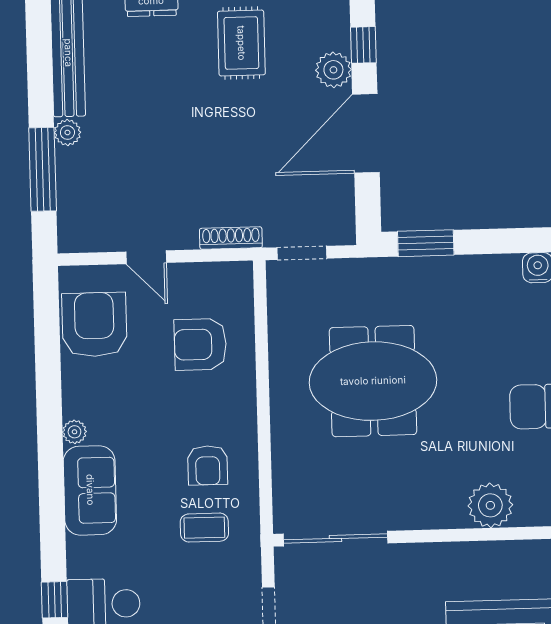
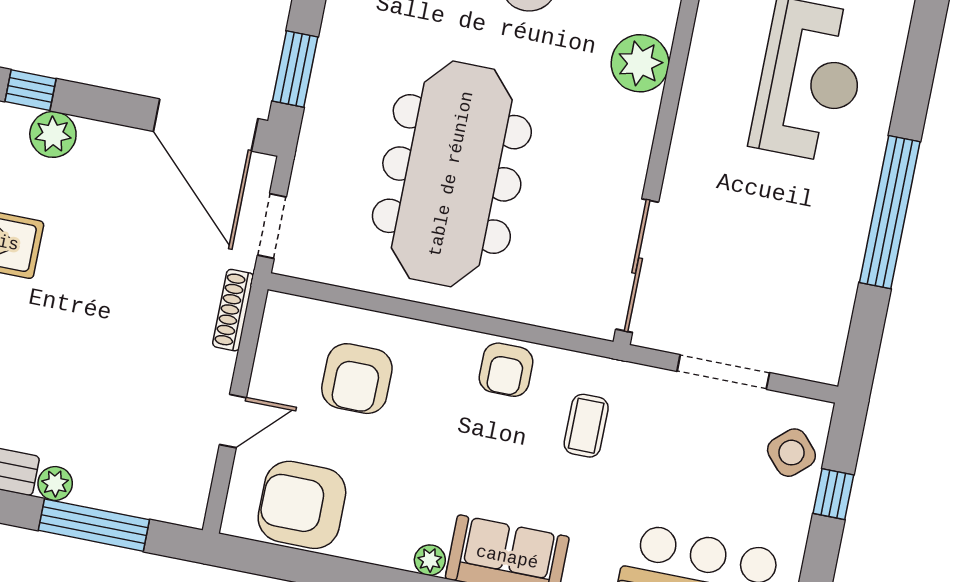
door: (366, 133) -> (206, 125), moved
meeting table: (373, 381) -> (452, 174), width x1.36
armchair: (208, 465) -> (506, 370), moved, turned 90

